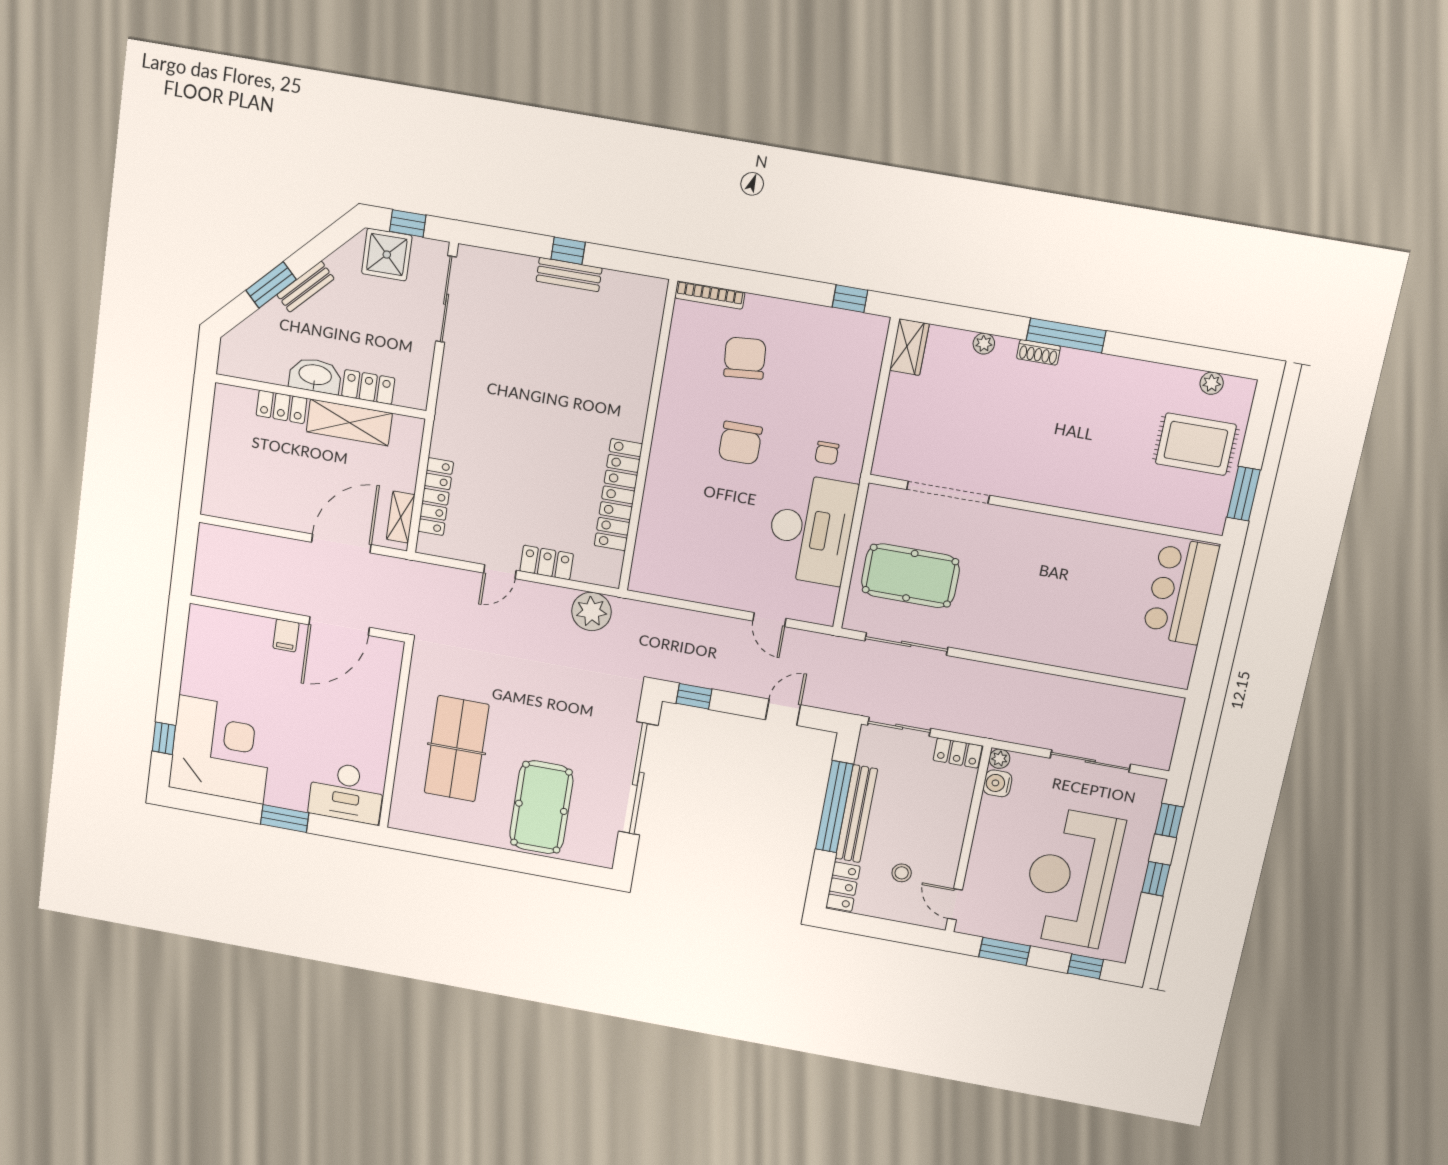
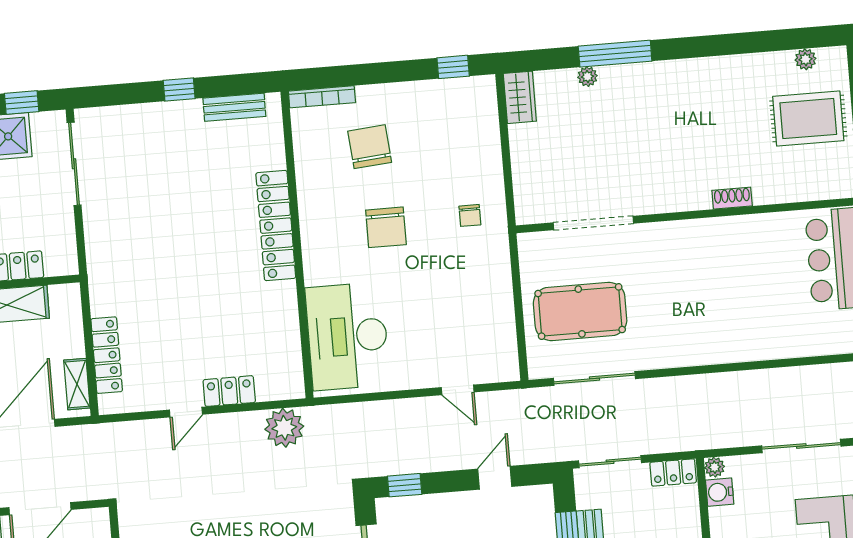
bench: (569, 275) -> (234, 107), moved
window: (1066, 335) -> (615, 54), moved
shoe rack: (1039, 352) -> (732, 198), moved, turned 180
locker: (618, 495) -> (276, 226), moved
desk: (811, 529) -> (347, 336), moved, turned 180

